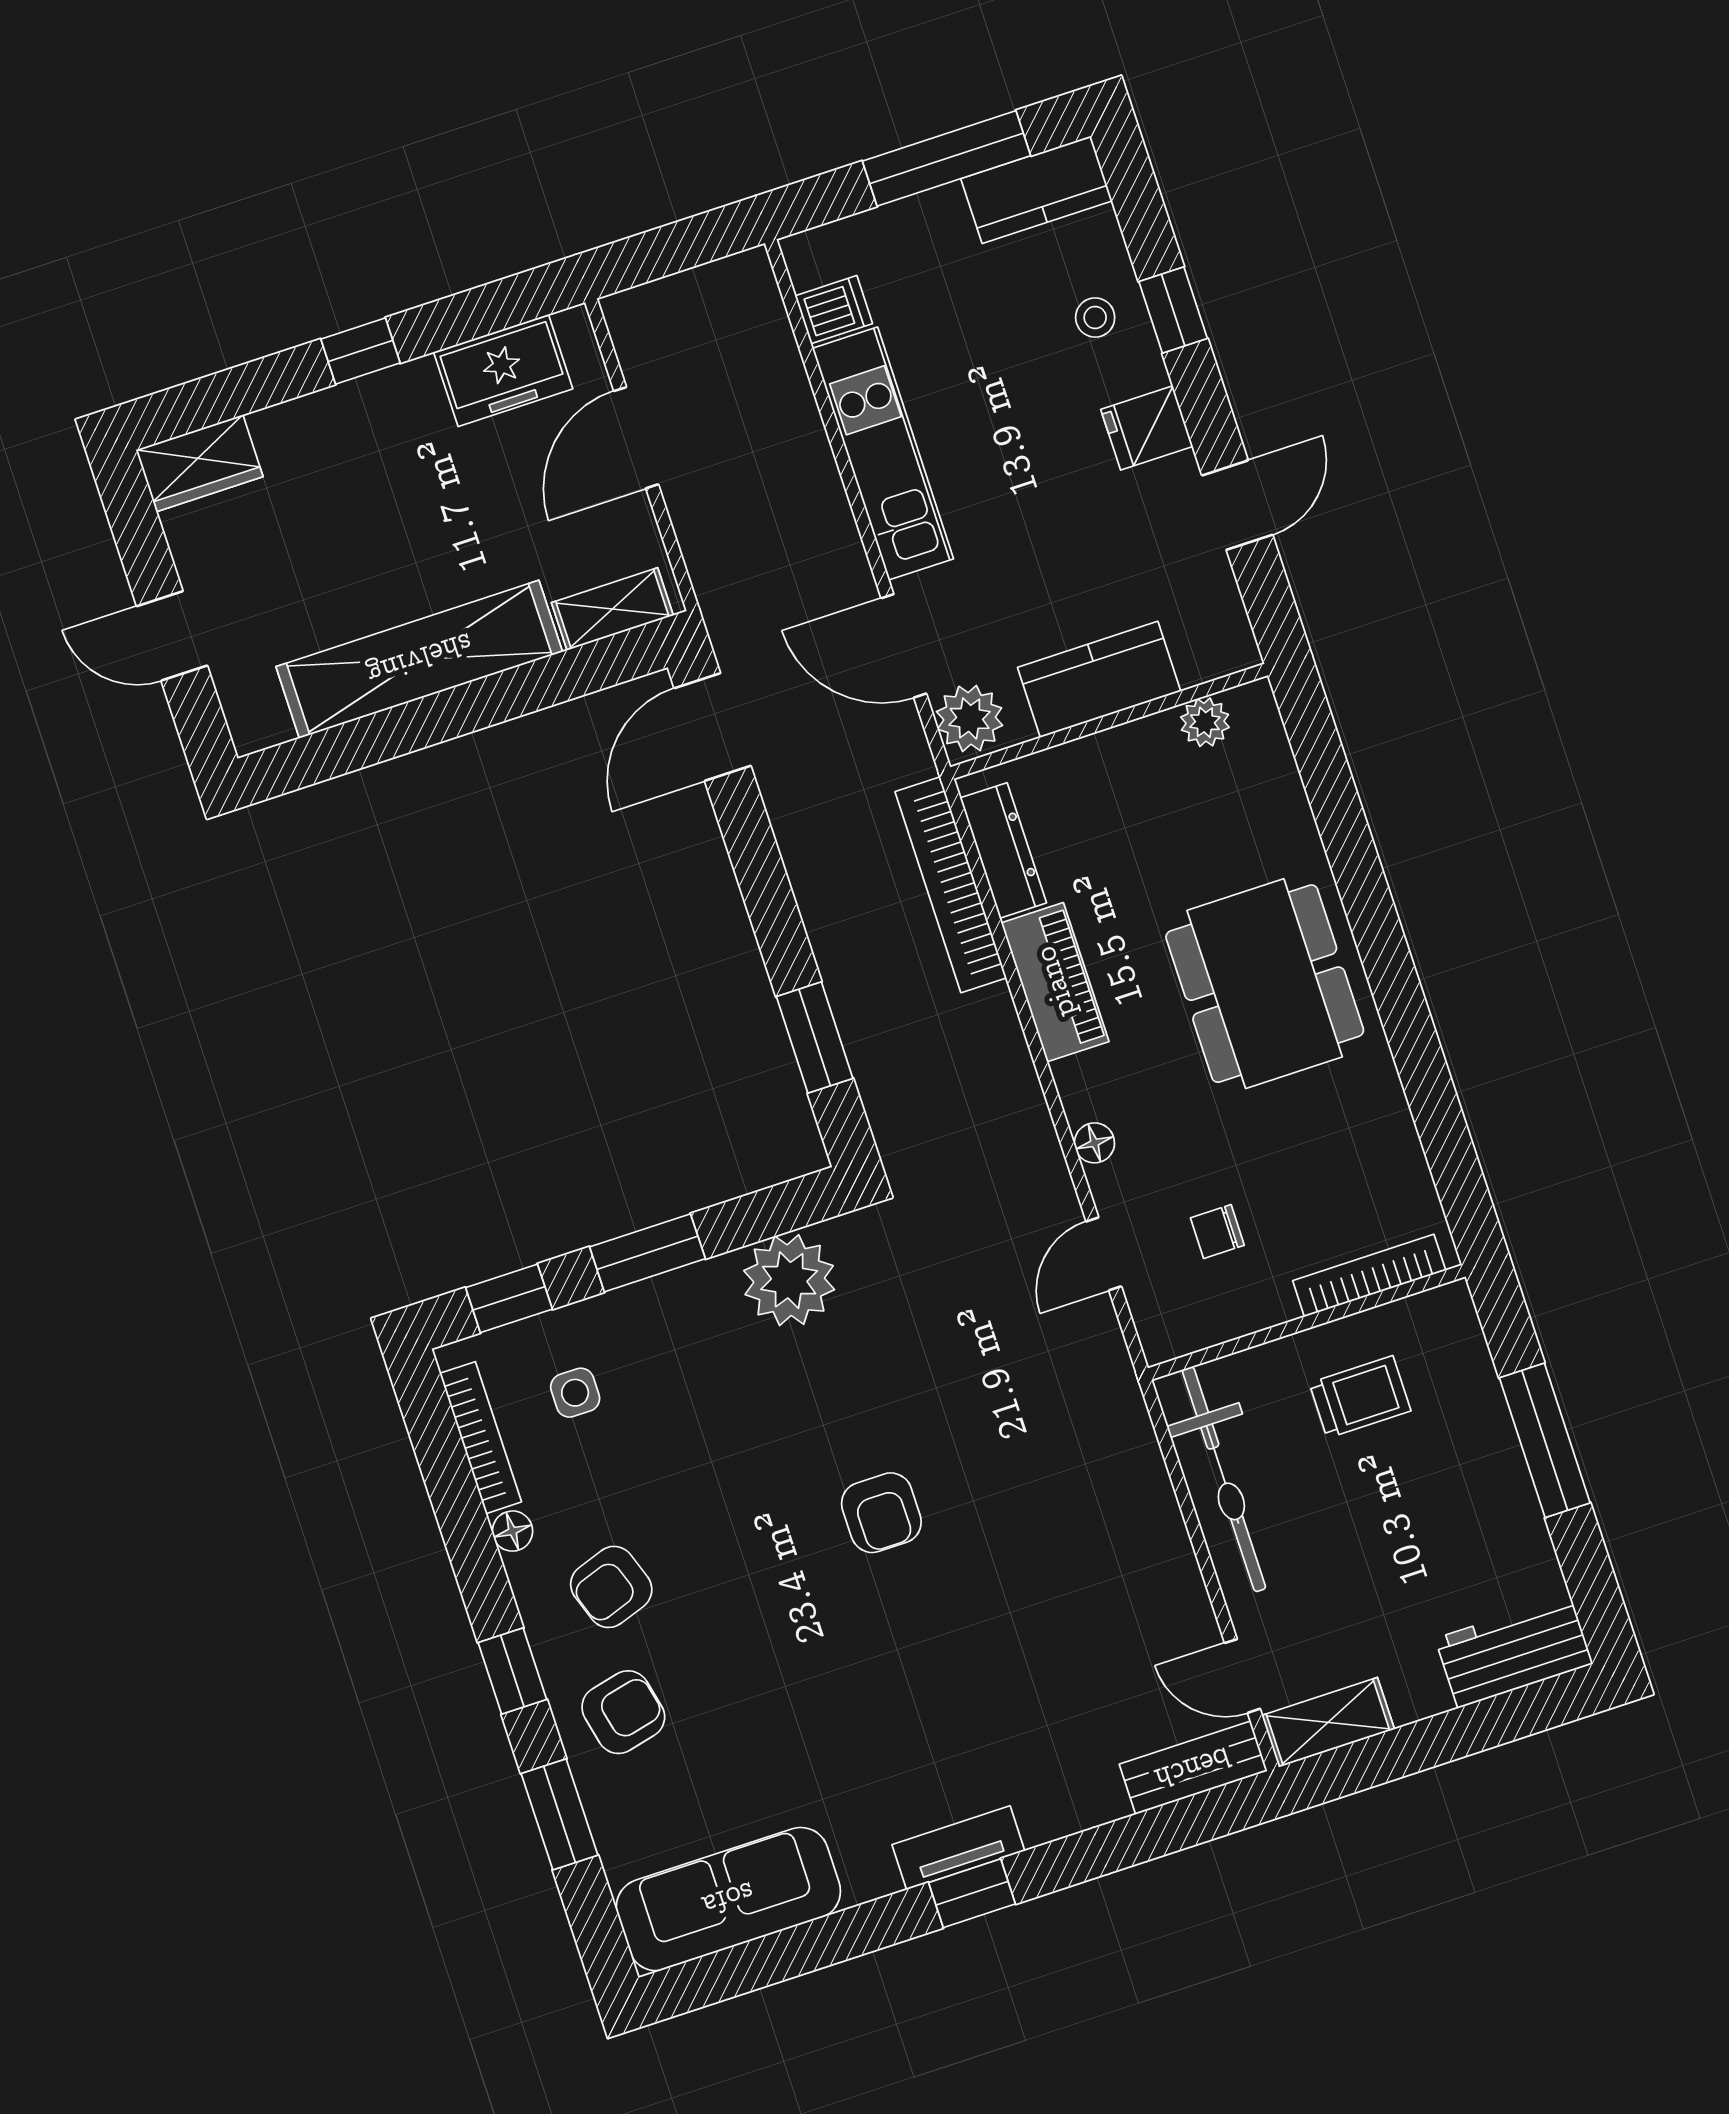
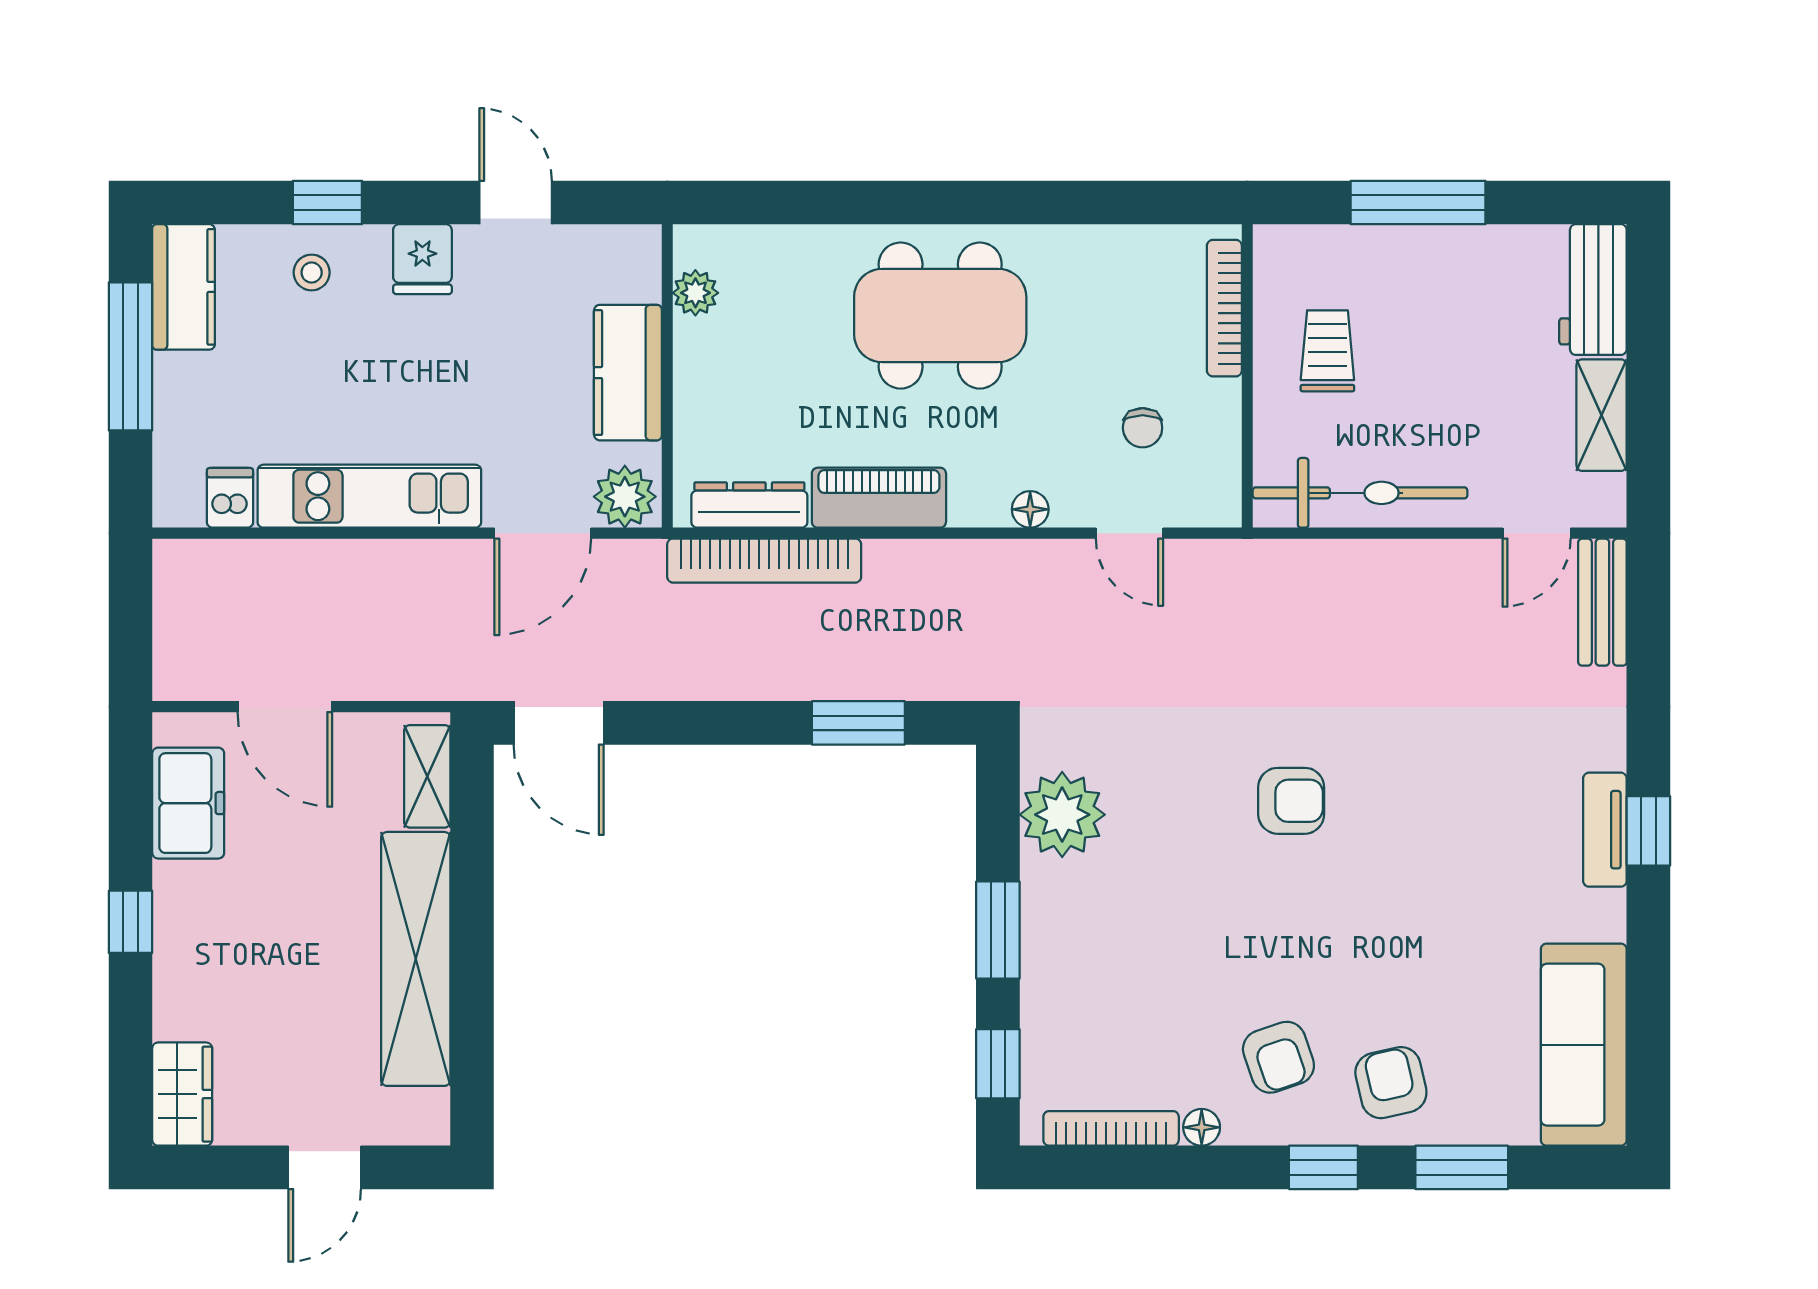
side table: (575, 1393) -> (1099, 1033), removed
shelving: (1328, 1722) -> (1602, 415), moved

